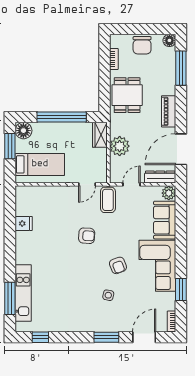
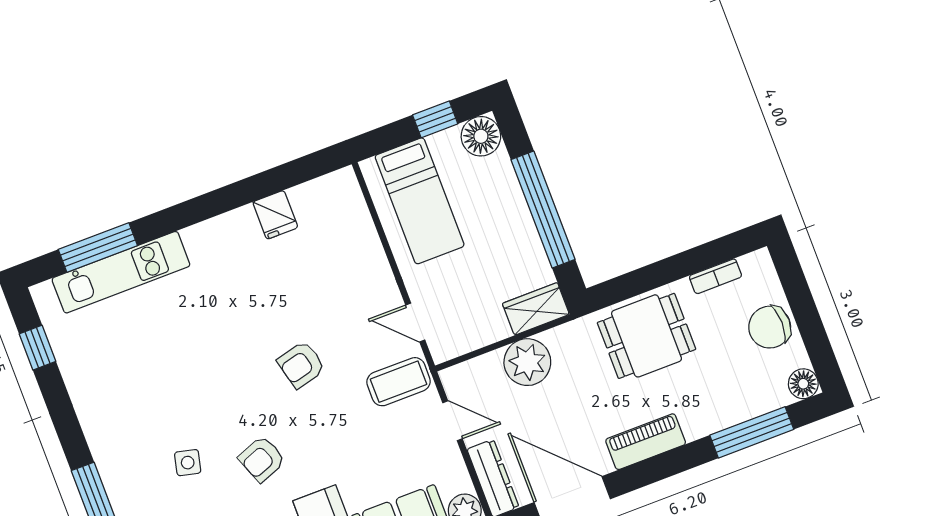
window: (10, 146) -> (435, 119), width x0.67
armchair: (87, 236) -> (301, 365), turned 72

